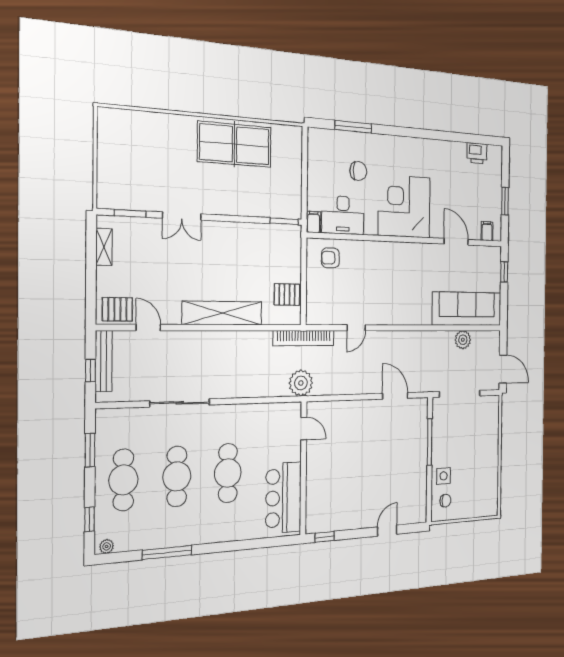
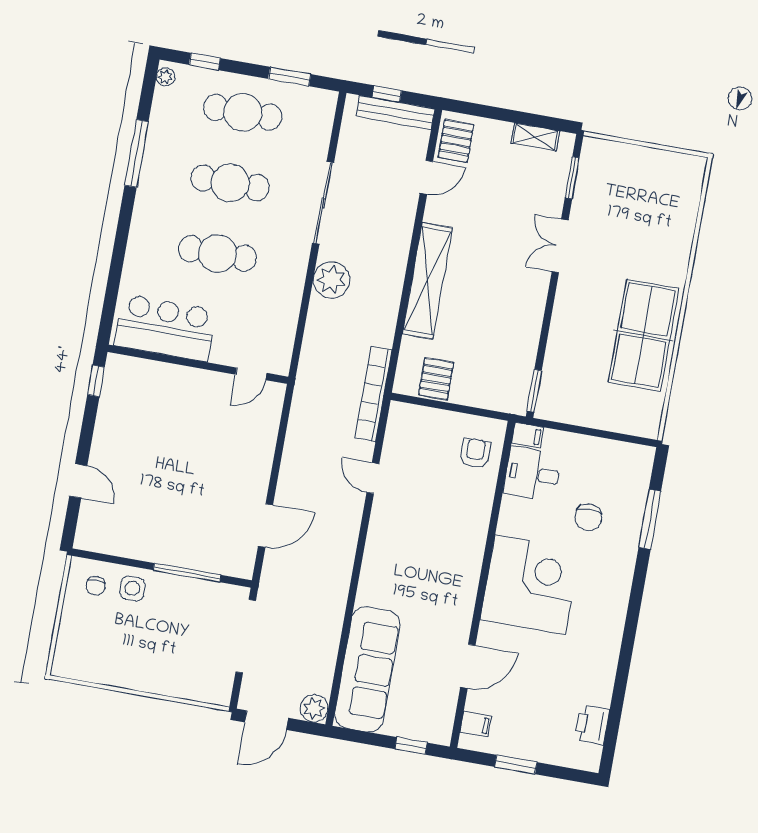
desk: (343, 215) -> (532, 474), width x0.73
plant: (463, 340) -> (314, 708), moved
plant: (301, 383) -> (331, 280), moved

